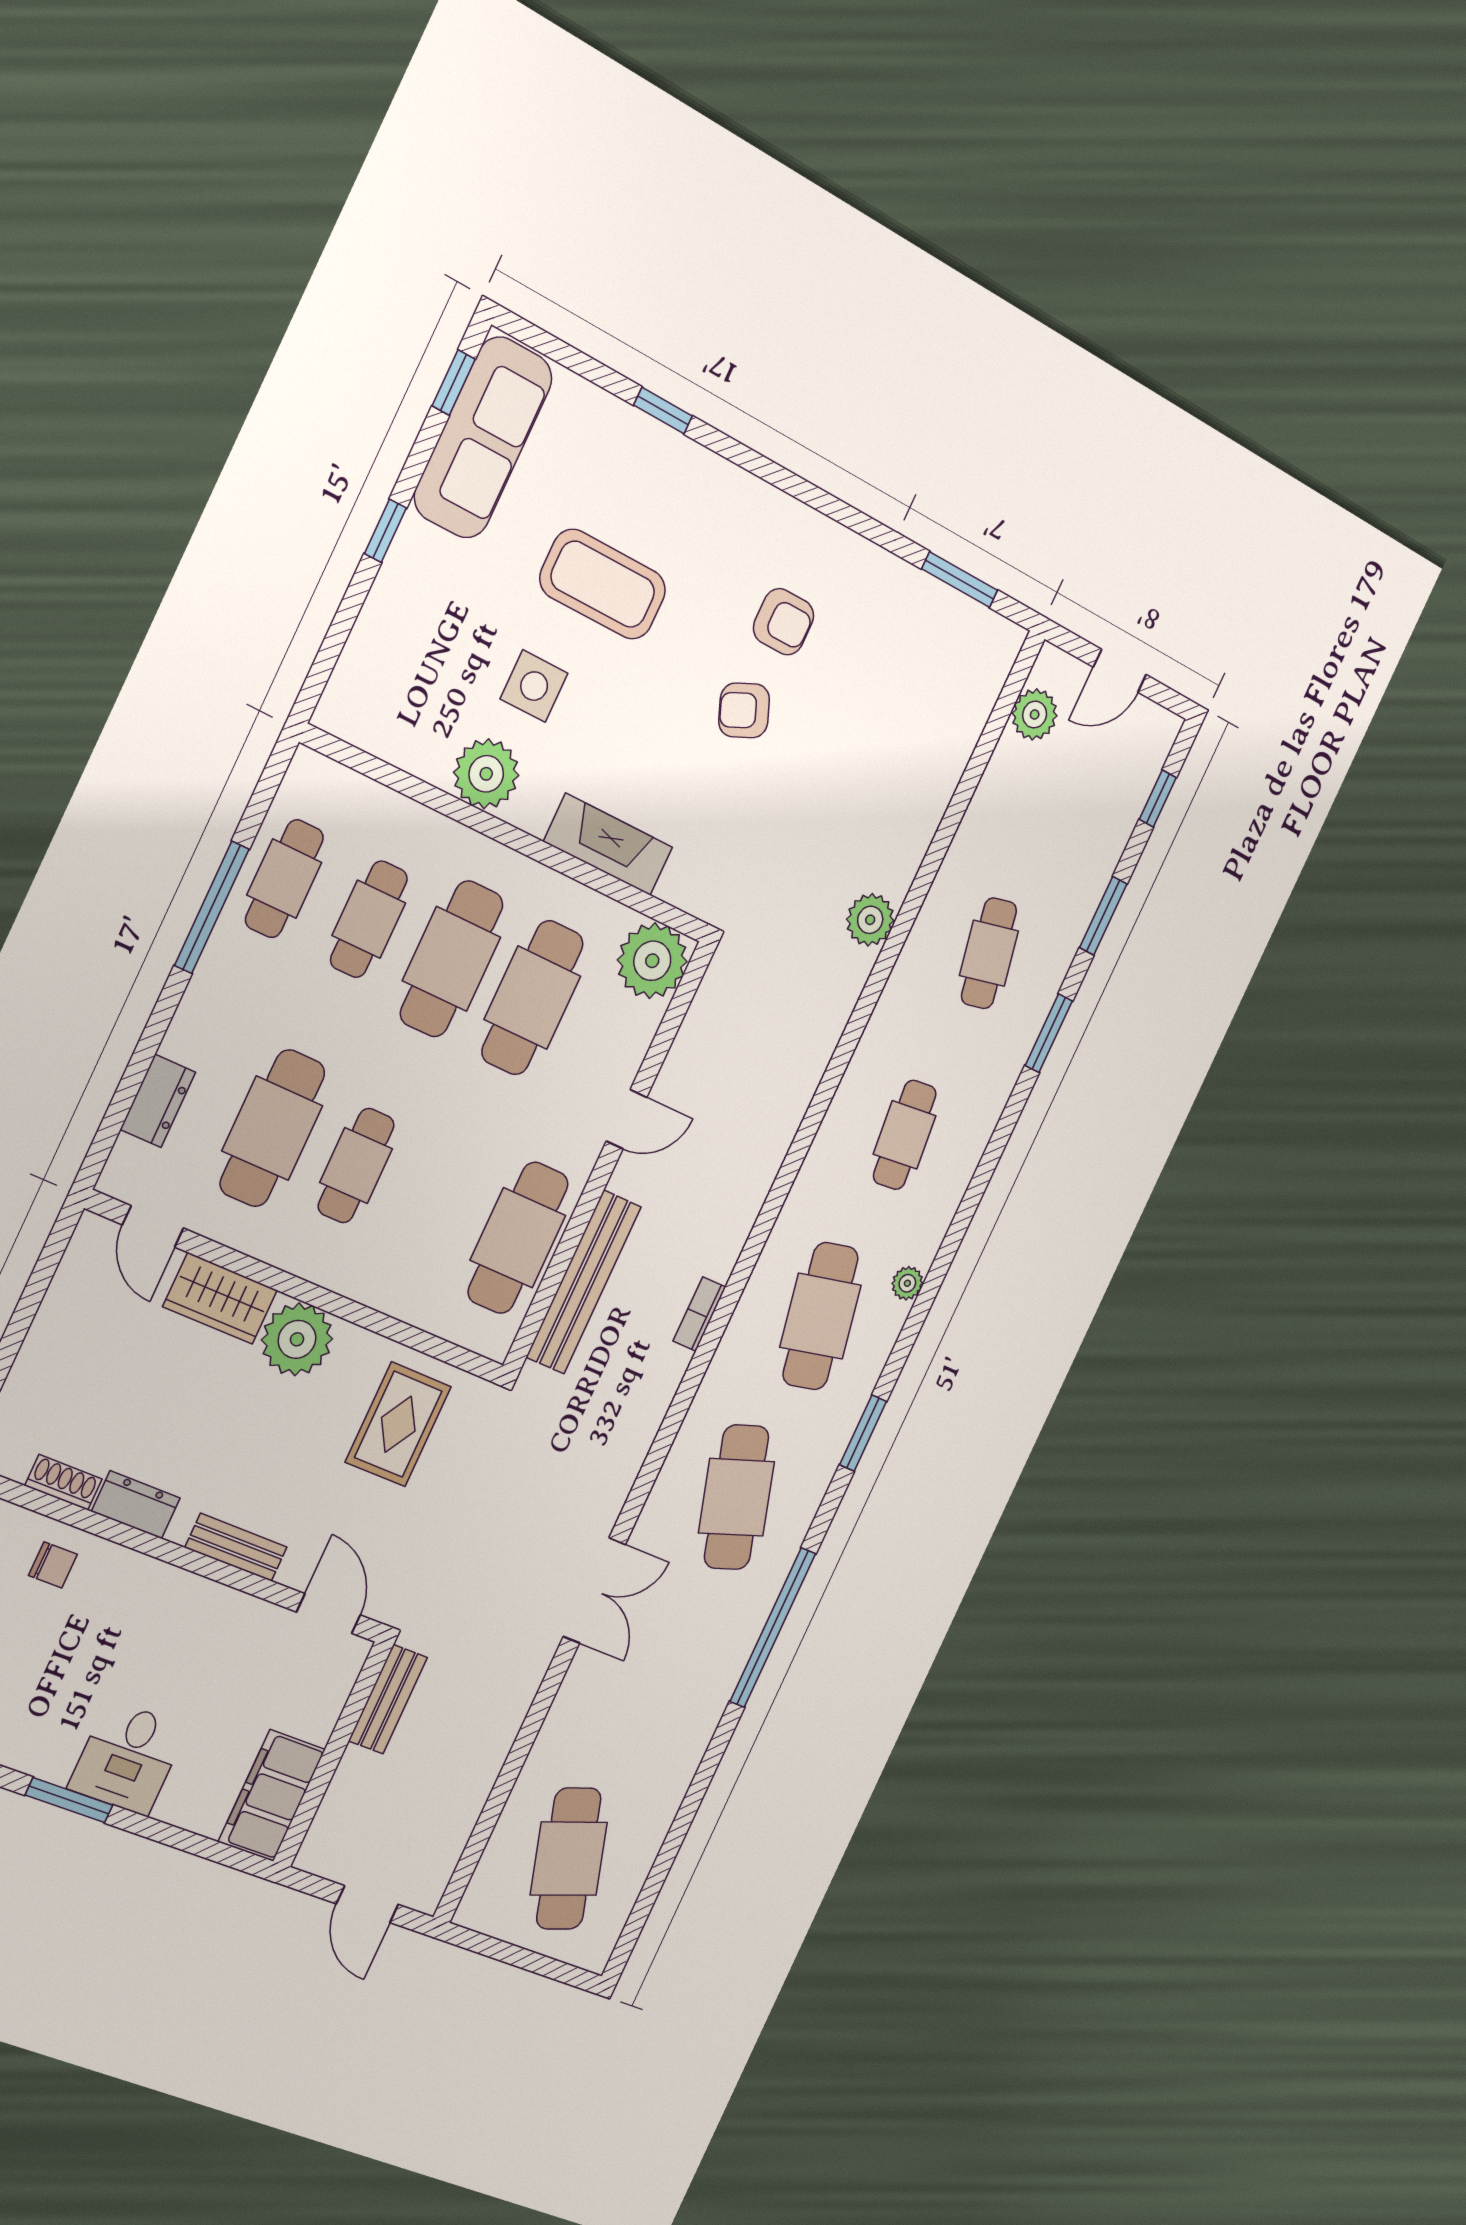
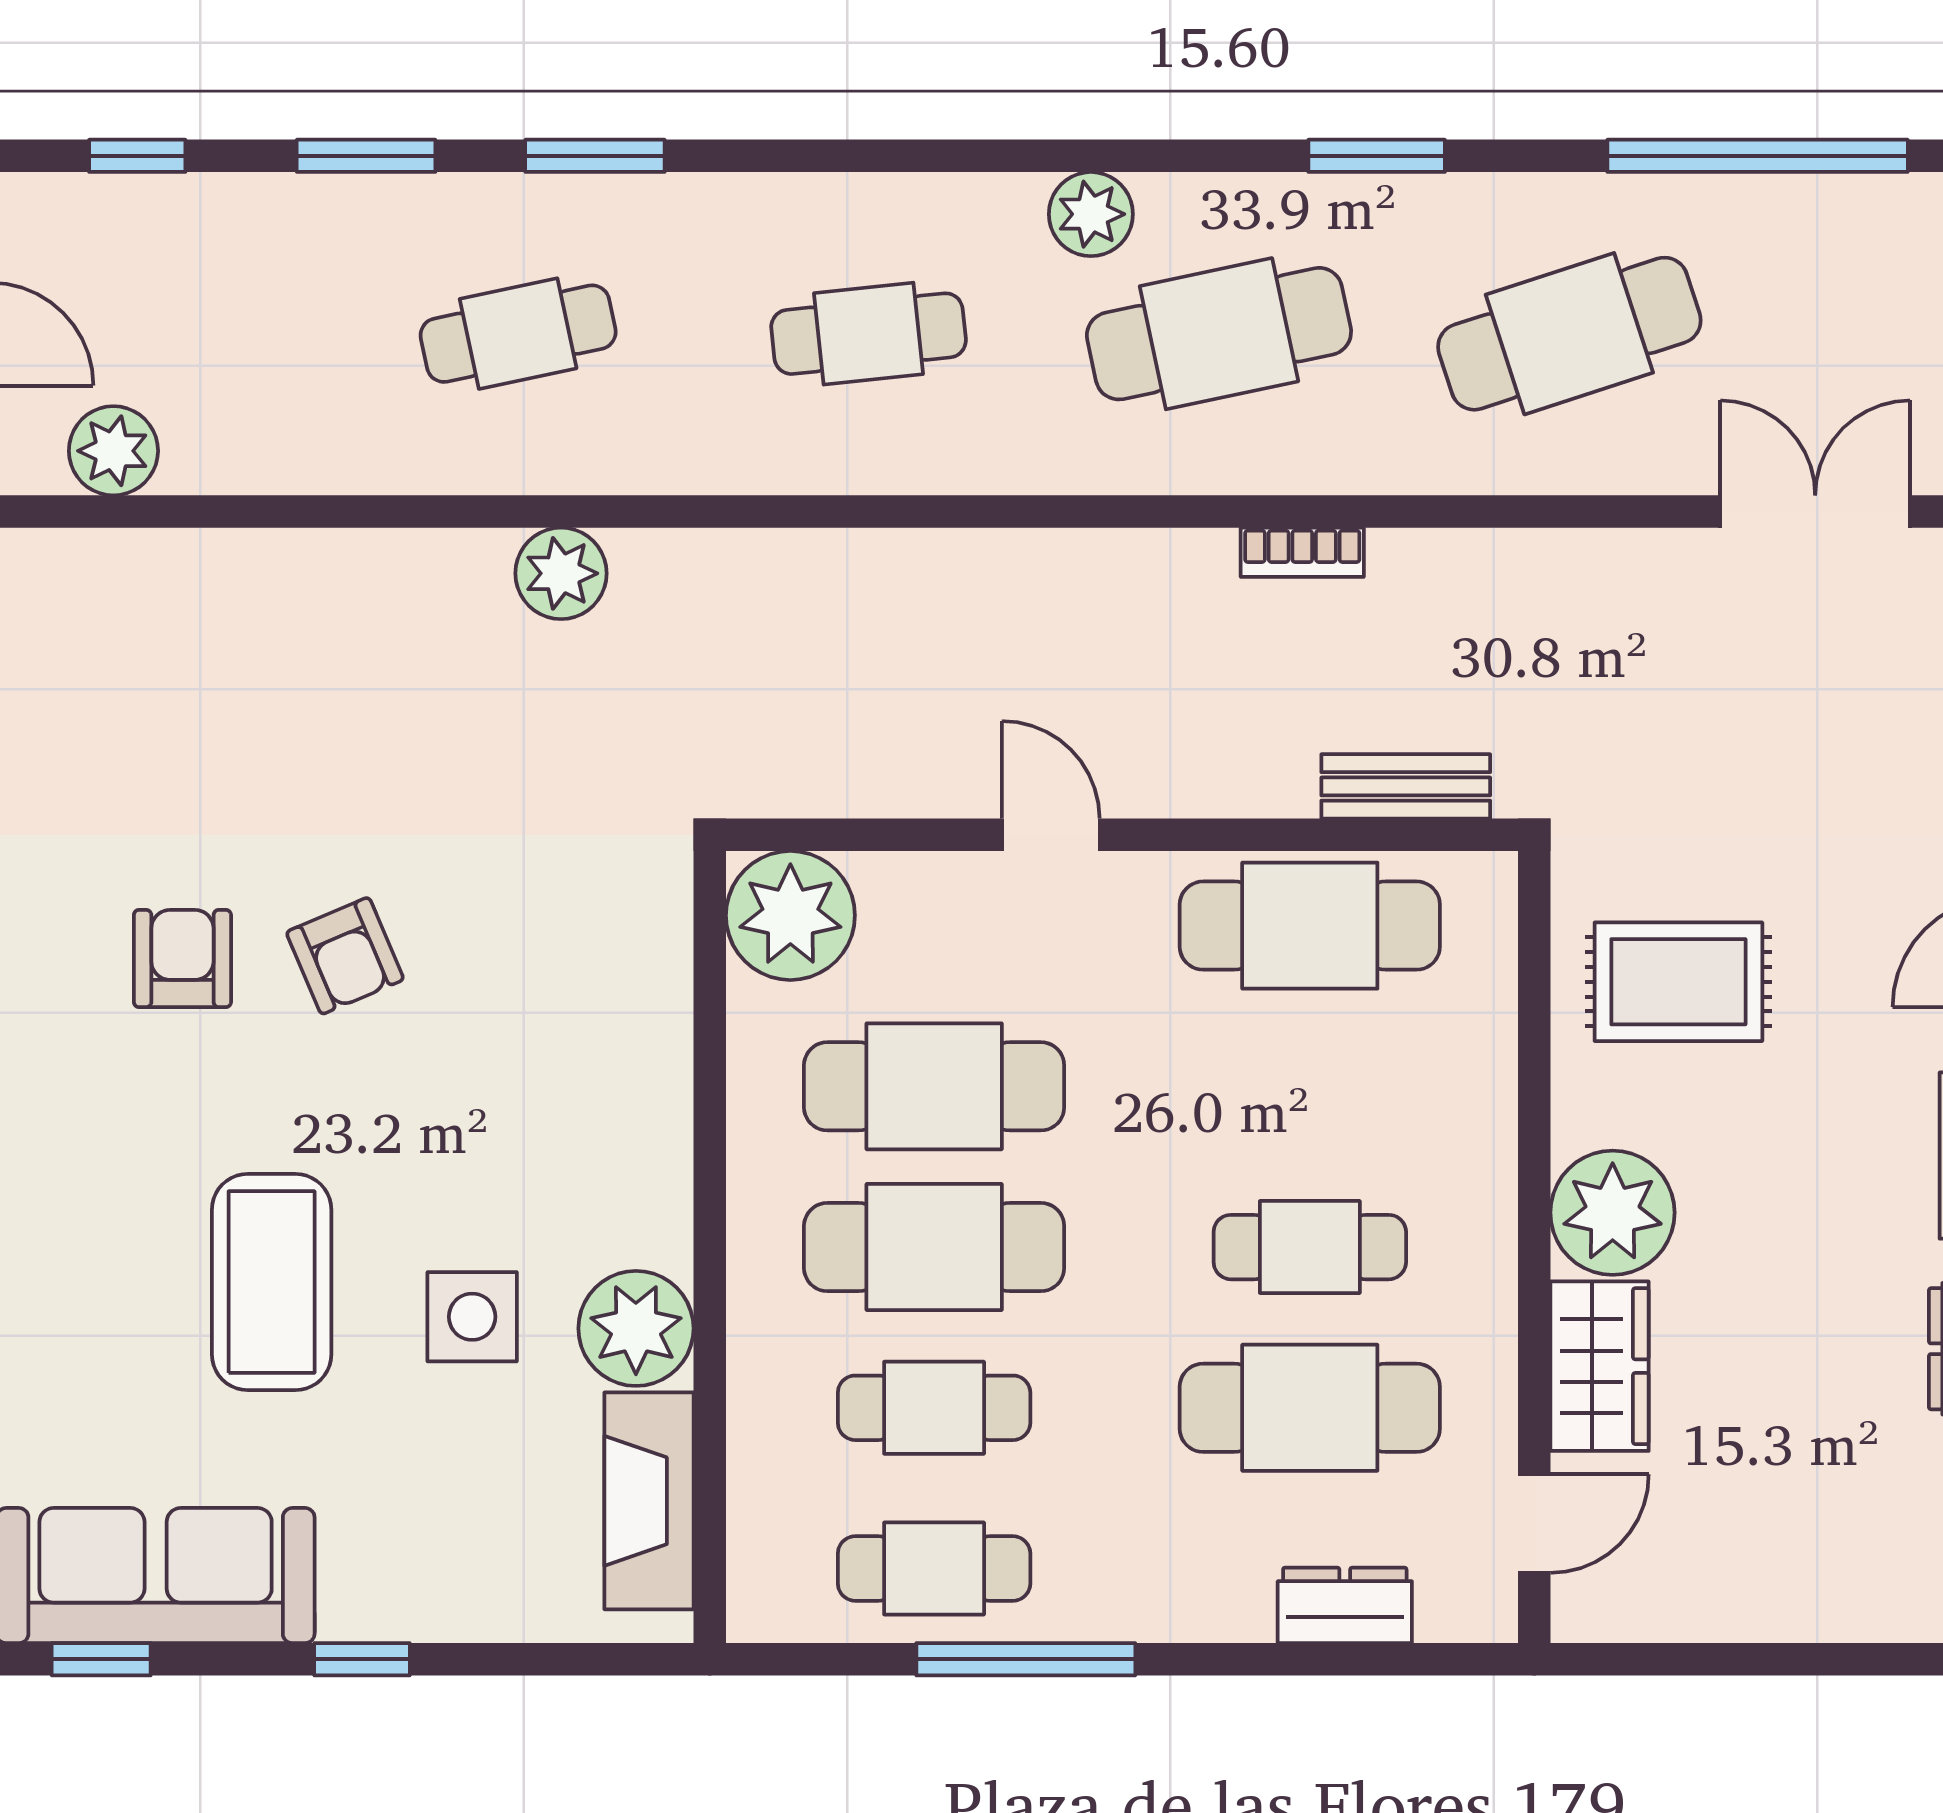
fireplace: (608, 844) -> (649, 1501), moved
bench: (584, 1282) -> (1406, 786), width x0.54, depth x0.82
plant: (907, 1283) -> (1091, 214), width x1.38, depth x1.38

